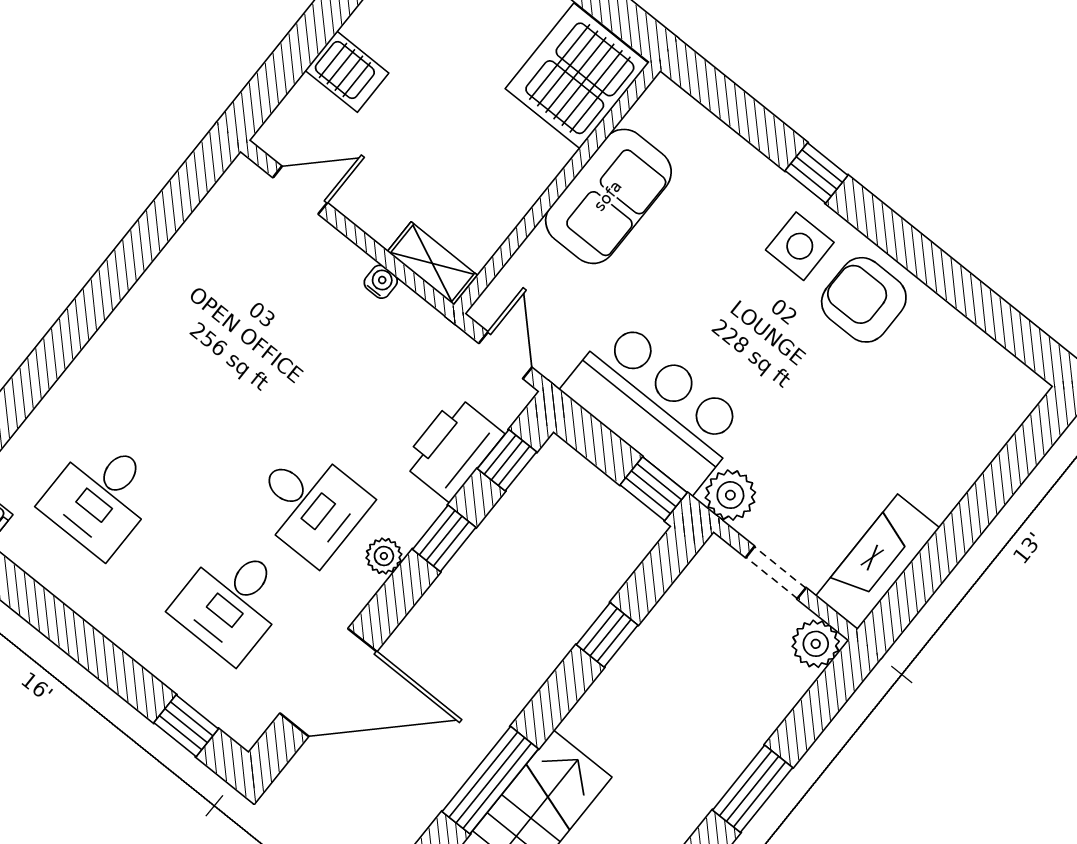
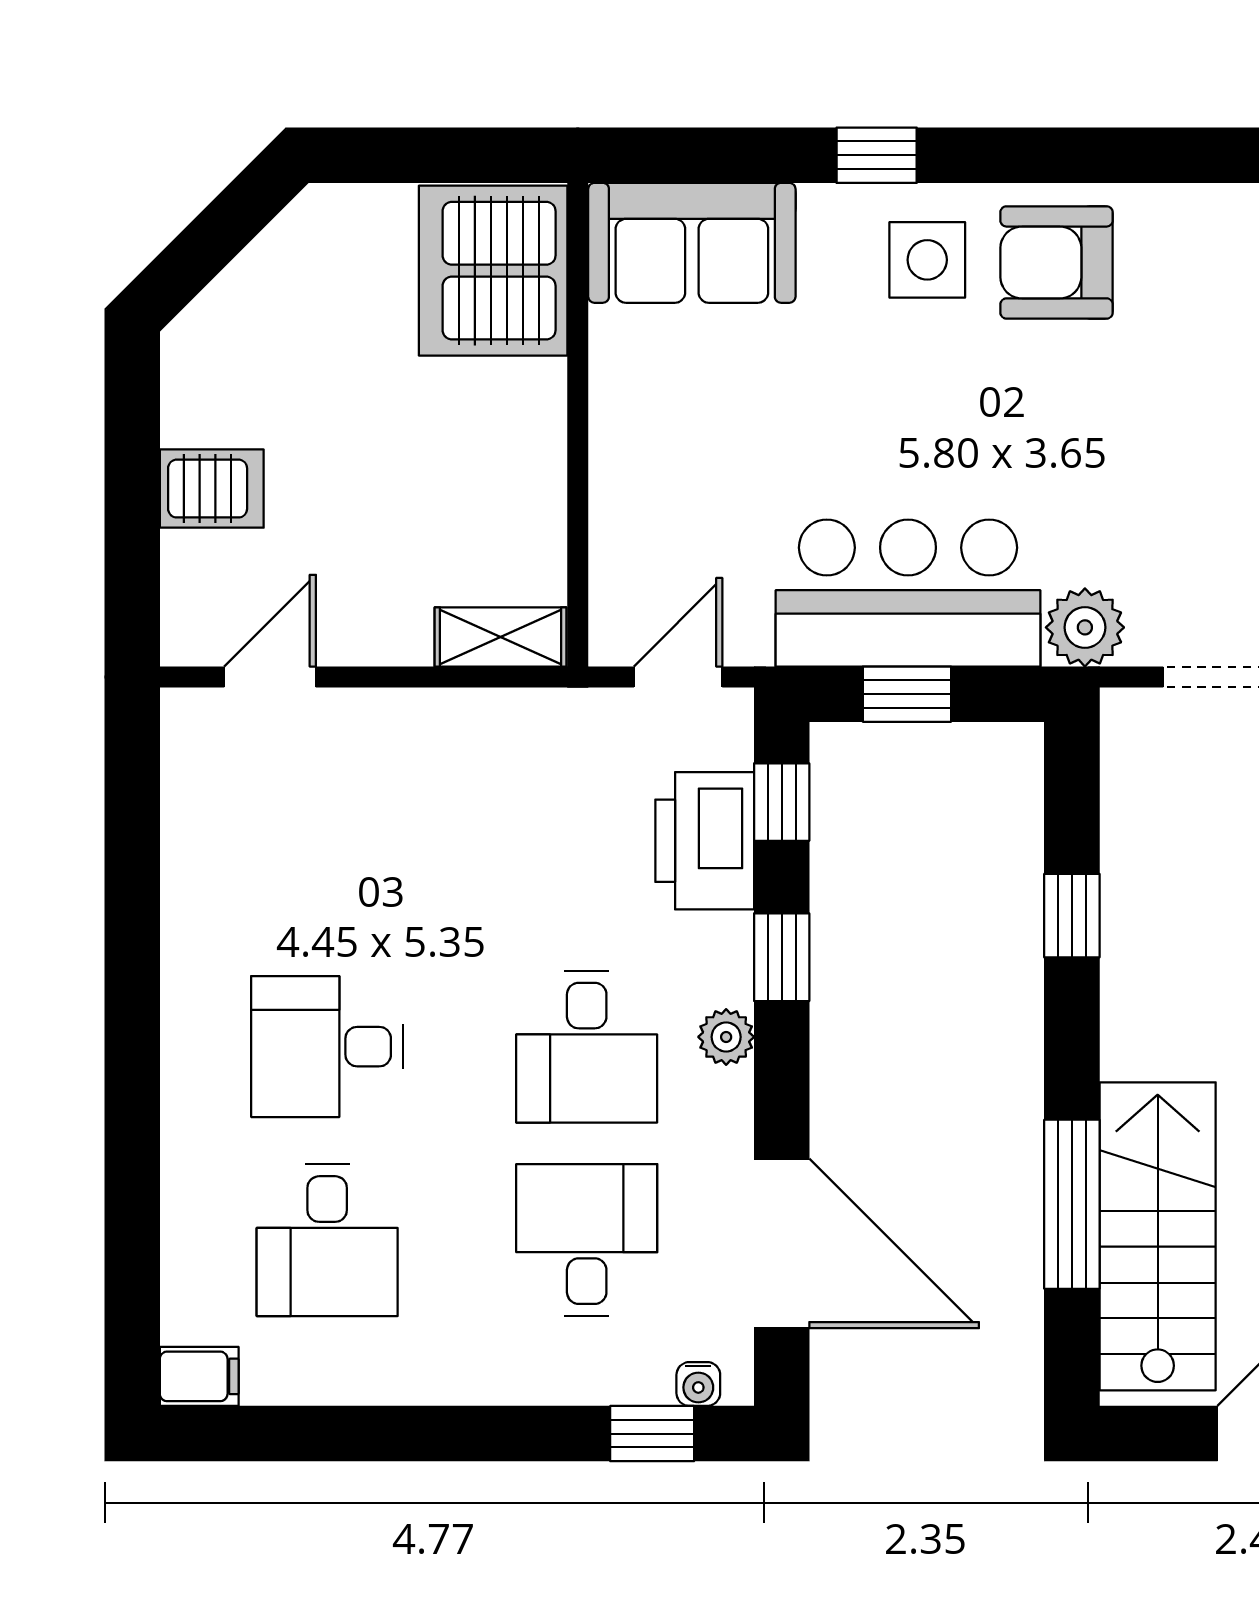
sofa: (608, 196) -> (692, 243), moved, turned 90
water cooler: (381, 282) -> (698, 1384), moved, turned 180
door: (505, 355) -> (678, 677), hinge flipped
desk: (179, 399) -> (327, 1047), added
window: (654, 489) -> (907, 694), moved
desk: (310, 504) -> (587, 1047), turned 90
desk: (232, 602) -> (587, 1240), turned 180
door: (328, 682) -> (782, 1243), hinge flipped

